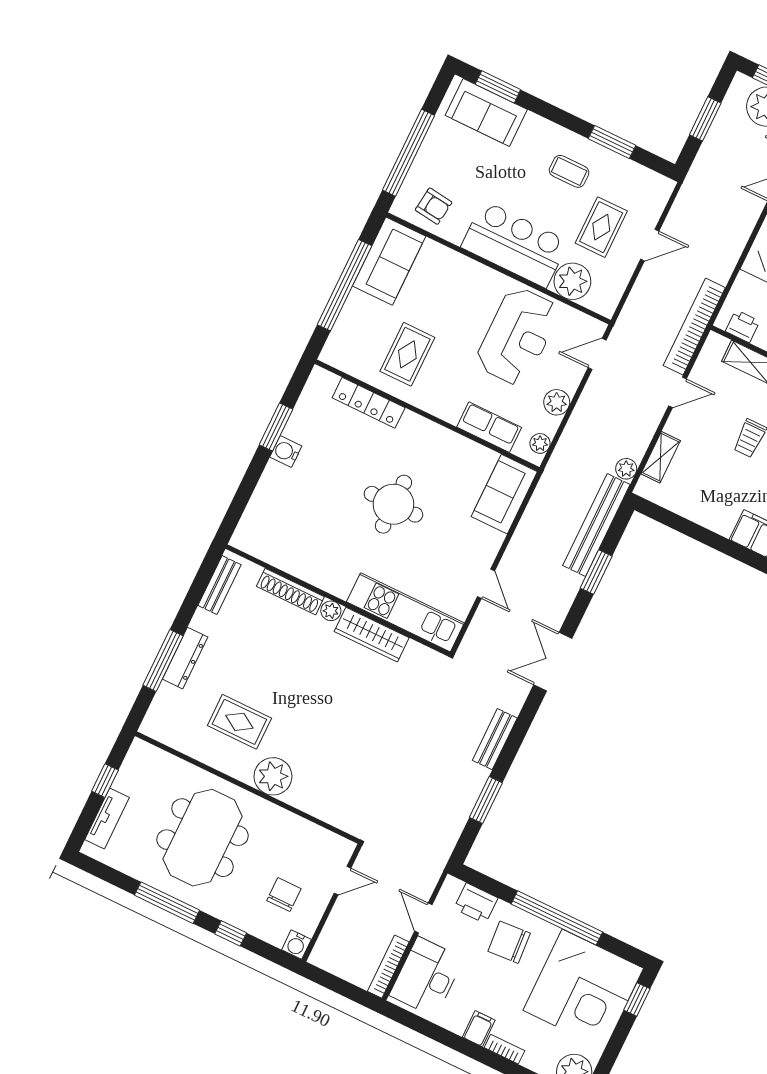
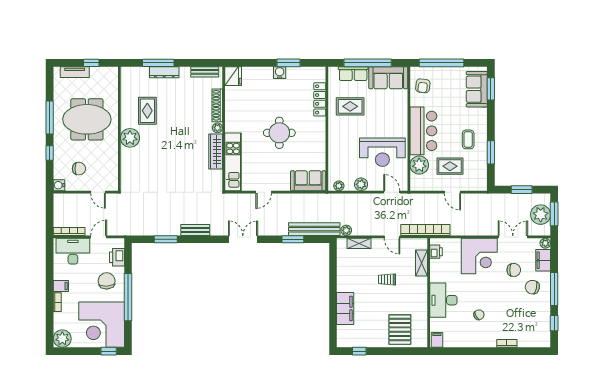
row of seats: (489, 427) -> (353, 74), moved, turned 90
fridge: (252, 538) -> (233, 76), added

